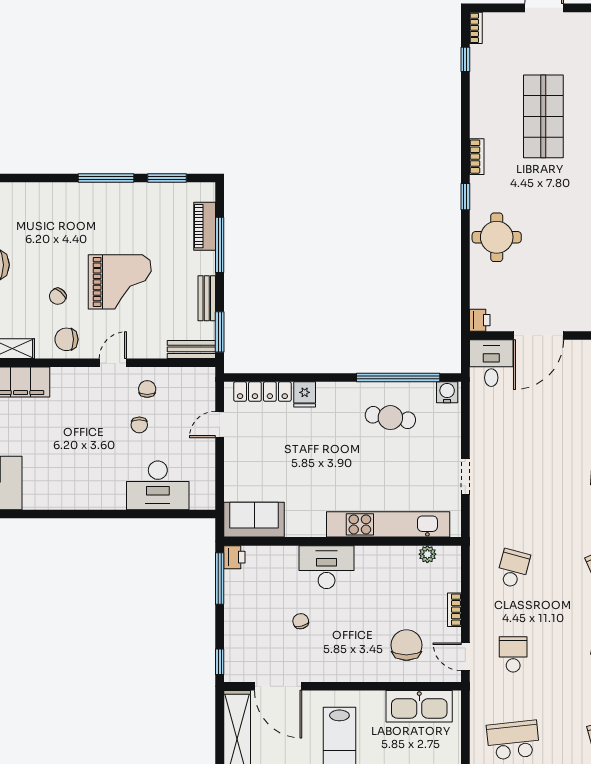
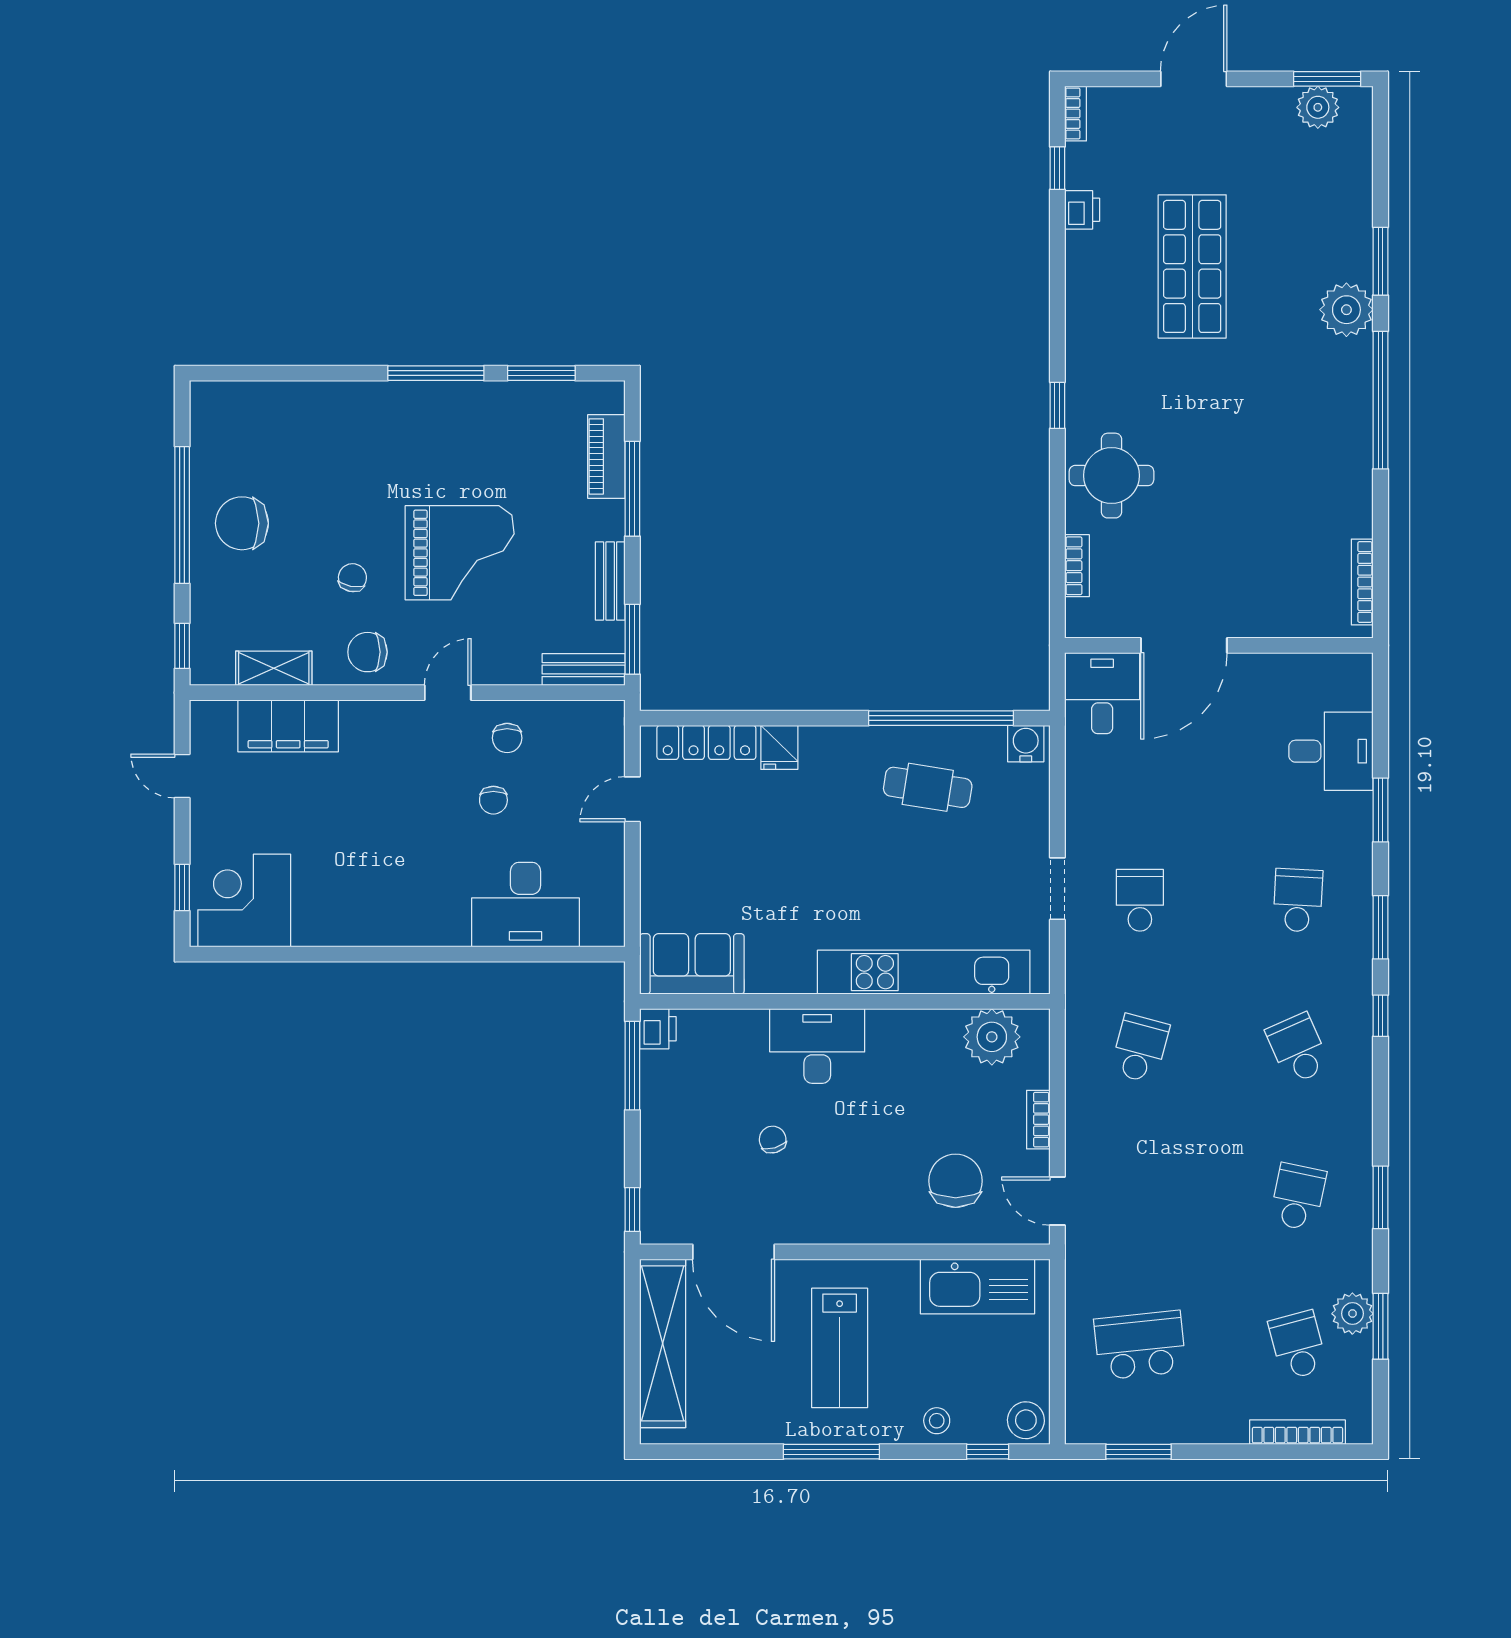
bookcase: (477, 157) -> (1077, 566), moved
chair: (58, 296) -> (352, 578), turned 149
printer: (480, 320) -> (1082, 210), moved
chair: (147, 389) -> (507, 738), turned 180
plant: (427, 554) -> (992, 1037), width x1.88, depth x1.88
school desk: (513, 654) -> (1140, 900), moved

